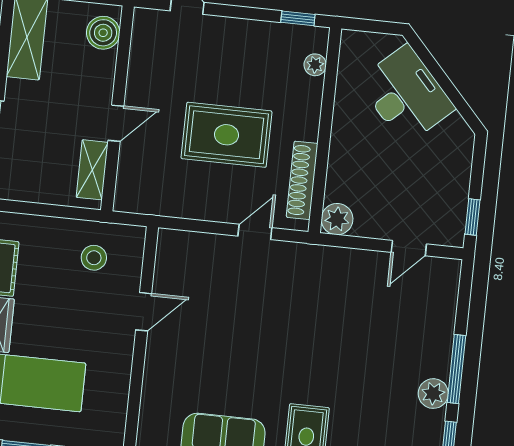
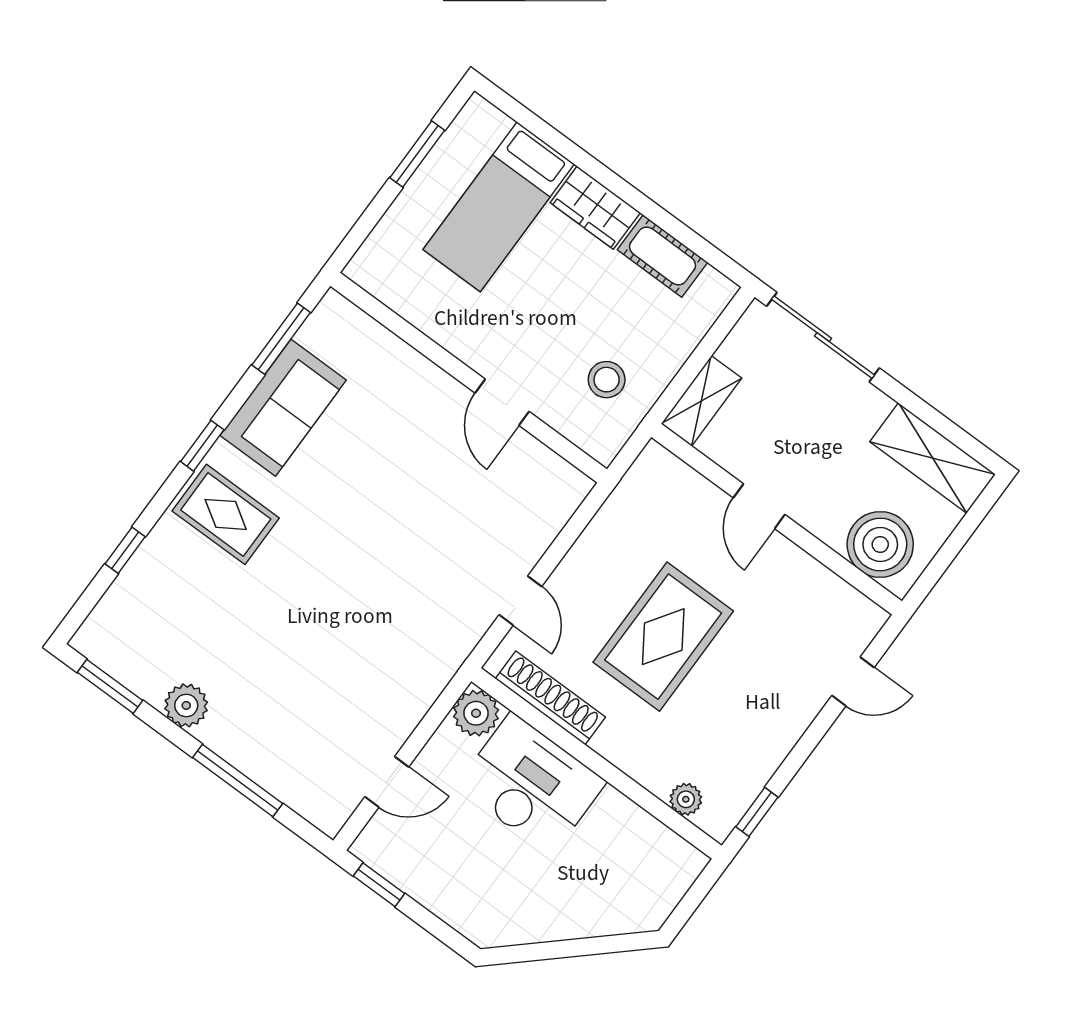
boiler: (103, 33) -> (880, 544), width x1.37, depth x1.37
desk: (406, 95) -> (531, 784), moved, turned -138
shelving: (92, 170) -> (701, 401), moved, turned 90
door: (409, 248) -> (387, 782), swing flipped
window: (456, 369) -> (238, 780), moved

